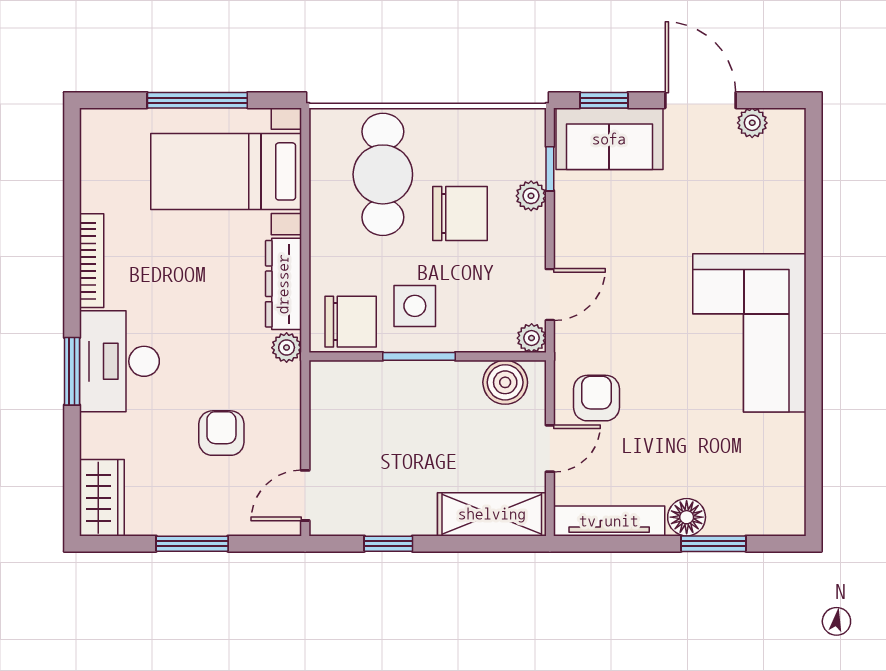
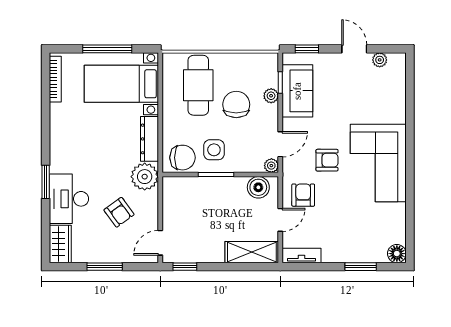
door: (700, 100) -> (354, 49), width x0.73
sofa: (609, 139) -> (297, 91), moved, turned -90
chair: (460, 214) -> (236, 104), turned -90
bookcase: (92, 261) -> (55, 79), moved
armchair: (645, 327) -> (327, 160), added
plant: (287, 348) -> (145, 177), width x1.87, depth x1.87
desk: (119, 361) -> (69, 199), moved
armchair: (221, 433) -> (119, 212), turned 144
floor lamp: (687, 517) -> (397, 254), moved
tv unit: (609, 521) -> (302, 255), width x0.71
window: (388, 544) -> (185, 267), moved

